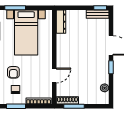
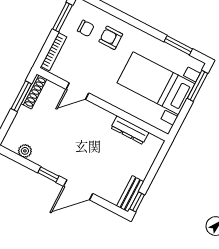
dresser: (61, 22) -> (130, 130), moved
door: (54, 76) -> (77, 91), hinge flipped

